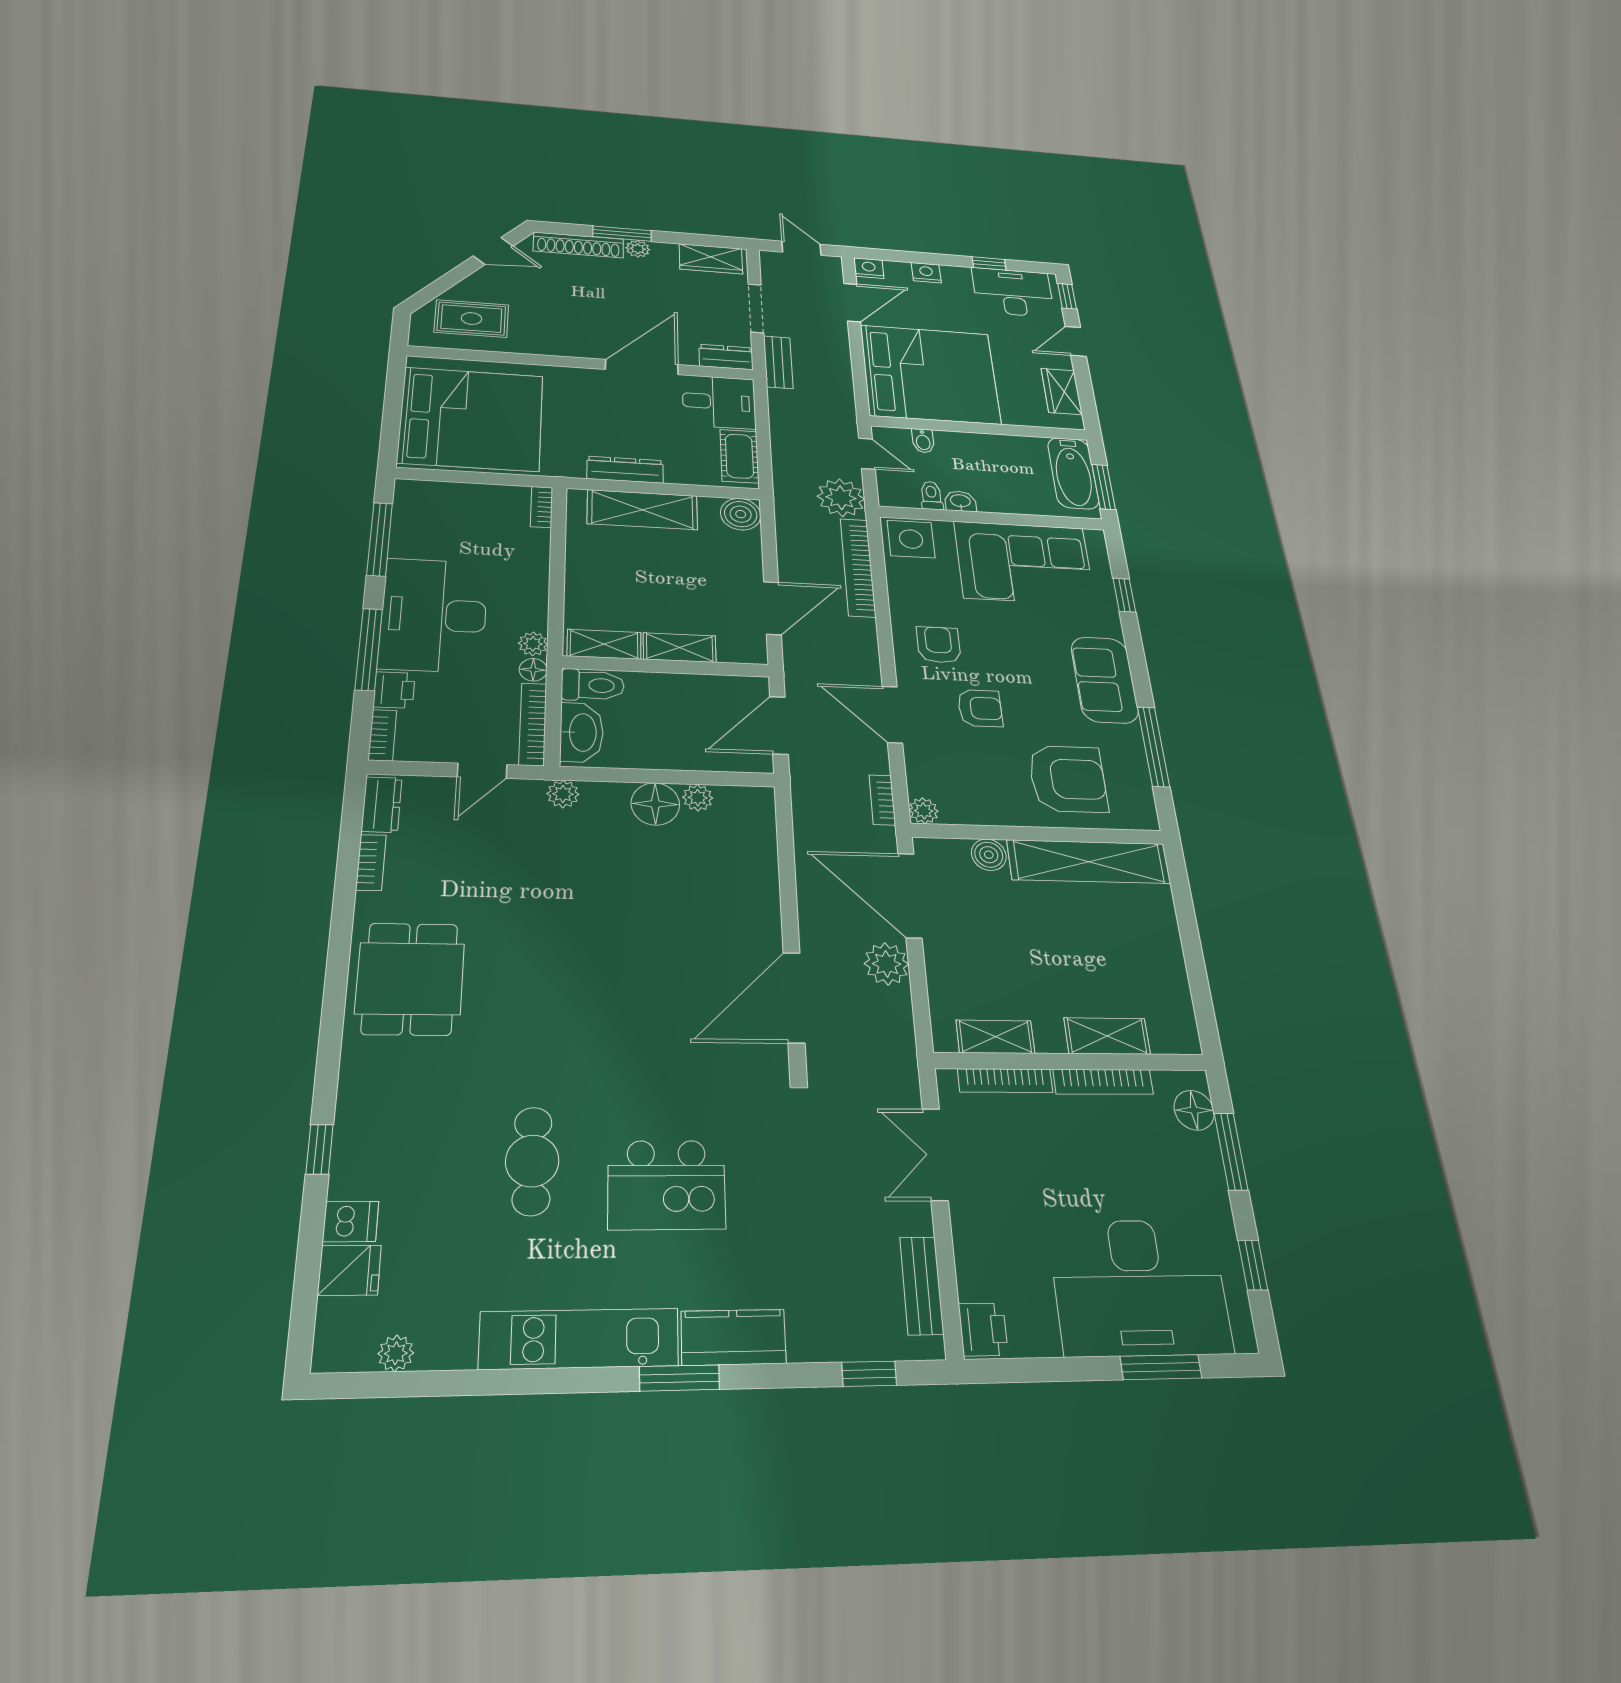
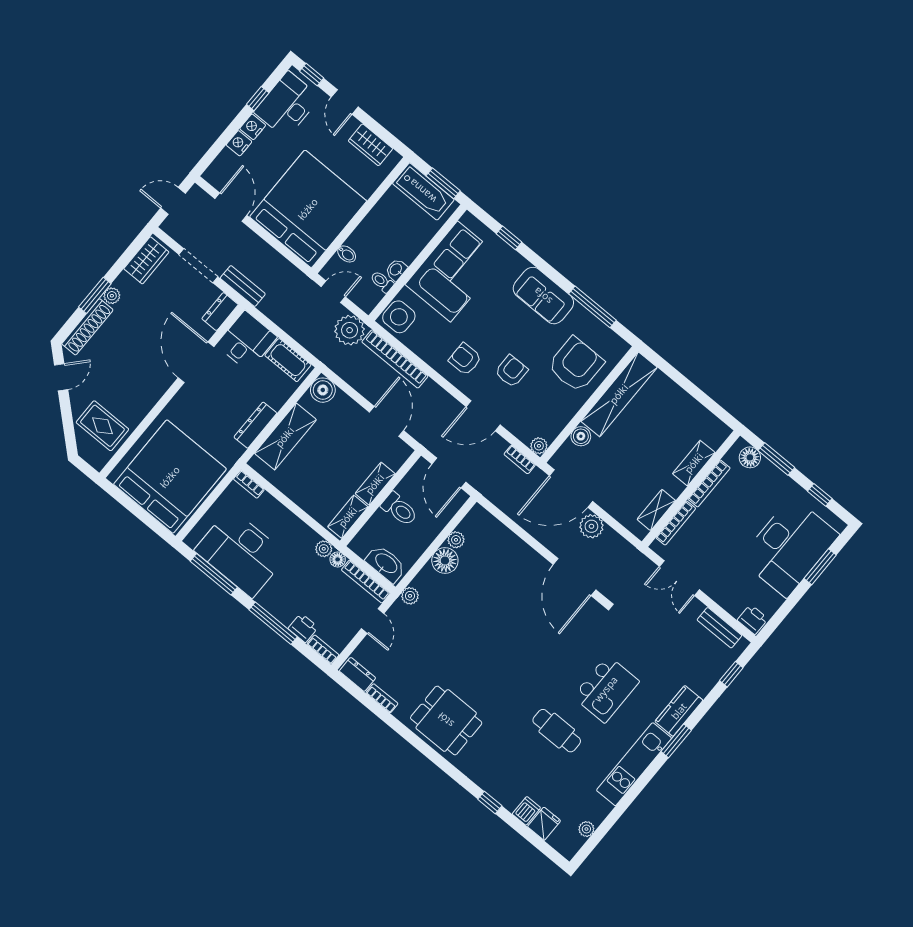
nightstand: (869, 268) -> (253, 127), moved
rug: (471, 319) -> (102, 426), turned 90
desk: (434, 615) -> (241, 553), moved
toilet: (593, 685) -> (399, 509), moved, turned 90

